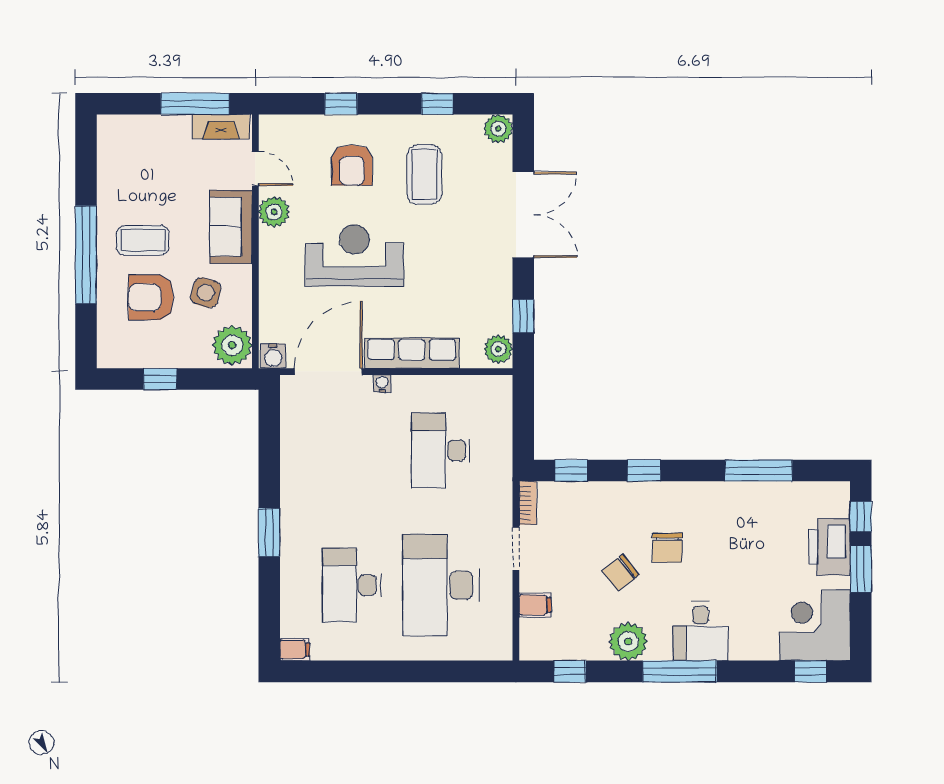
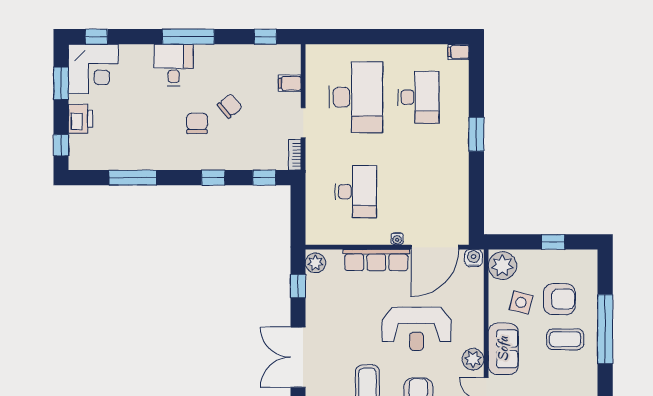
printer: (830, 547) -> (80, 119), width x0.73, depth x0.84
window: (861, 569) -> (61, 83), moved
plant: (628, 642) -> (224, 58), removed

